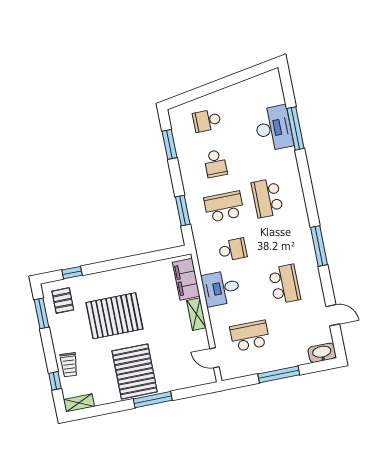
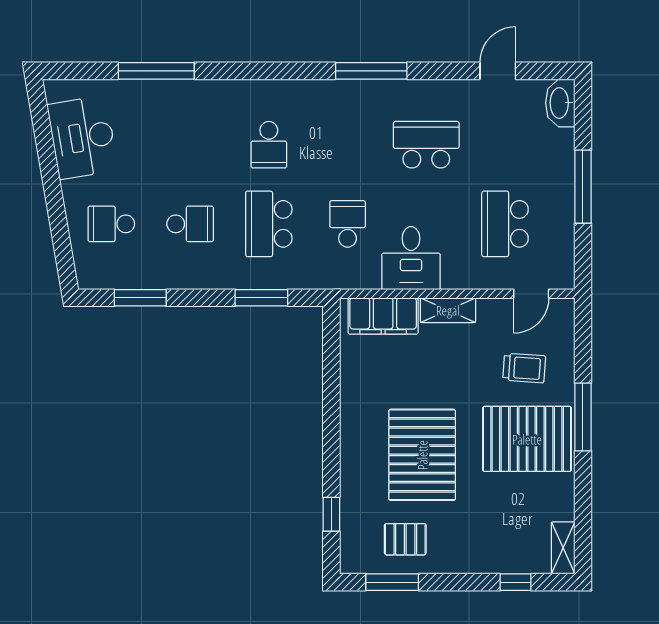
school desk: (207, 121) -> (111, 224), turned 90
desk: (274, 128) -> (83, 137), moved, turned -100
school desk: (267, 198) -> (269, 145), width x0.54
pallet: (63, 300) -> (405, 539), moved
trolley: (69, 365) -> (524, 368), moved

